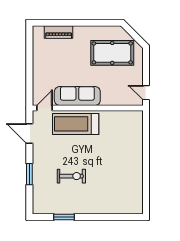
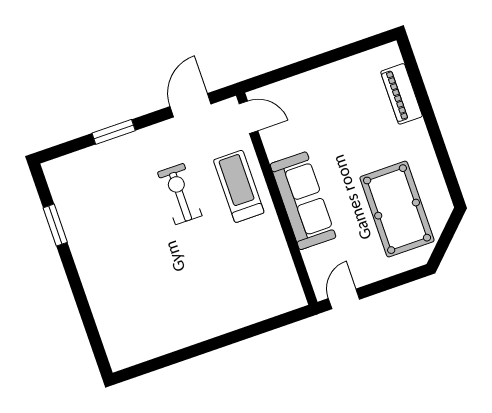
sofa: (77, 96) -> (303, 201), moved
treadmill: (76, 124) -> (239, 186), width x0.73, depth x0.73
exercise bike: (71, 176) -> (180, 194), moved, turned 180

